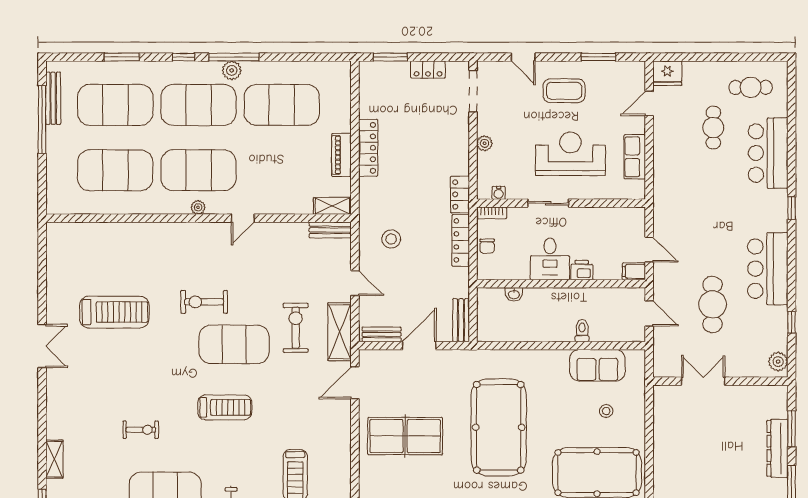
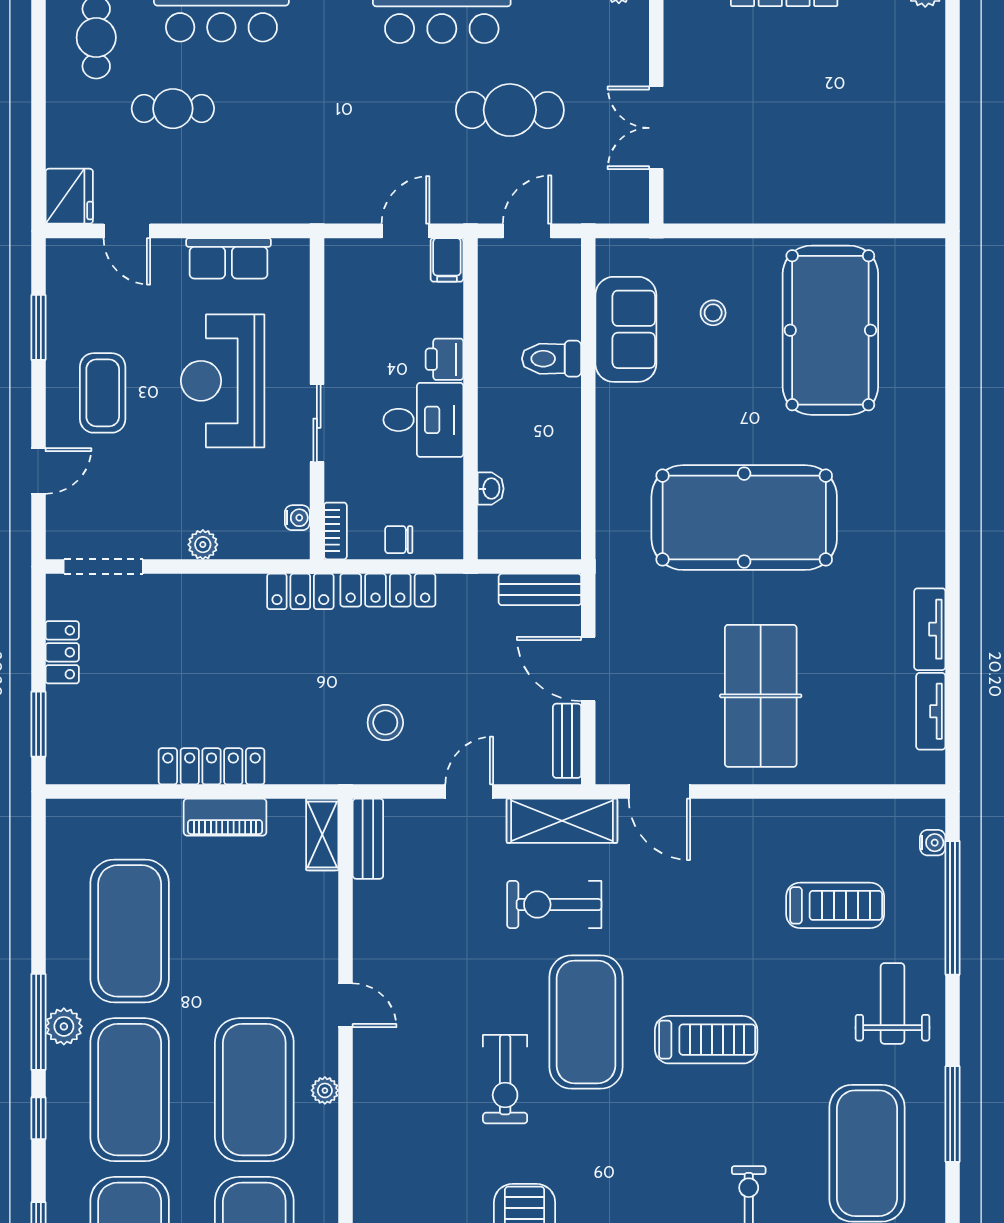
chair: (487, 246) -> (399, 540), turned 180
toilet: (582, 331) -> (552, 359), width x1.37, depth x1.39
treadmill: (225, 407) -> (706, 1040), turned 90

